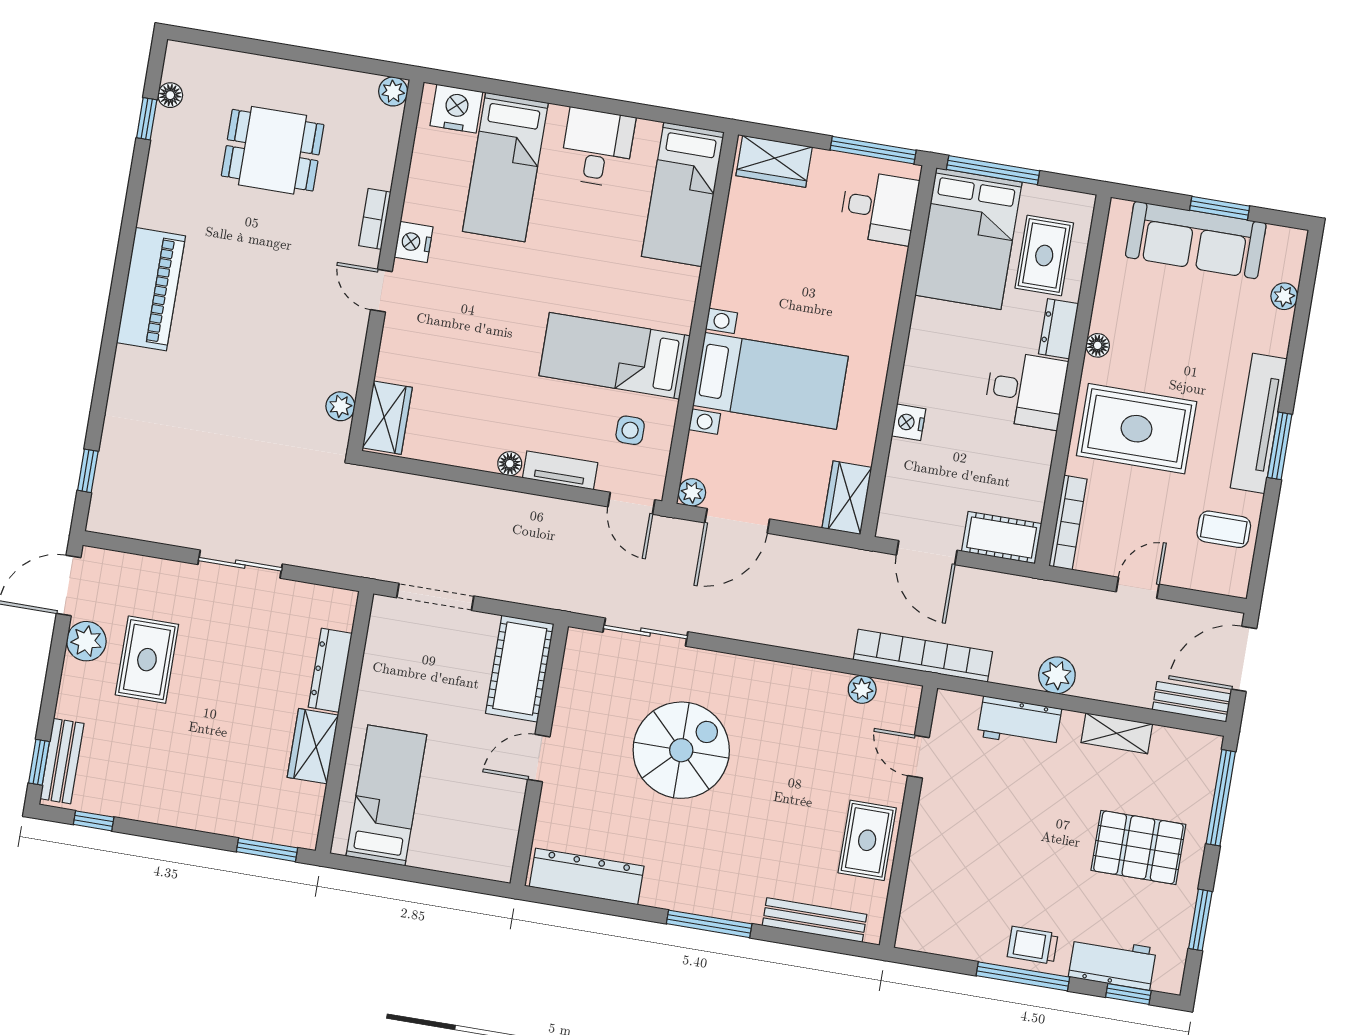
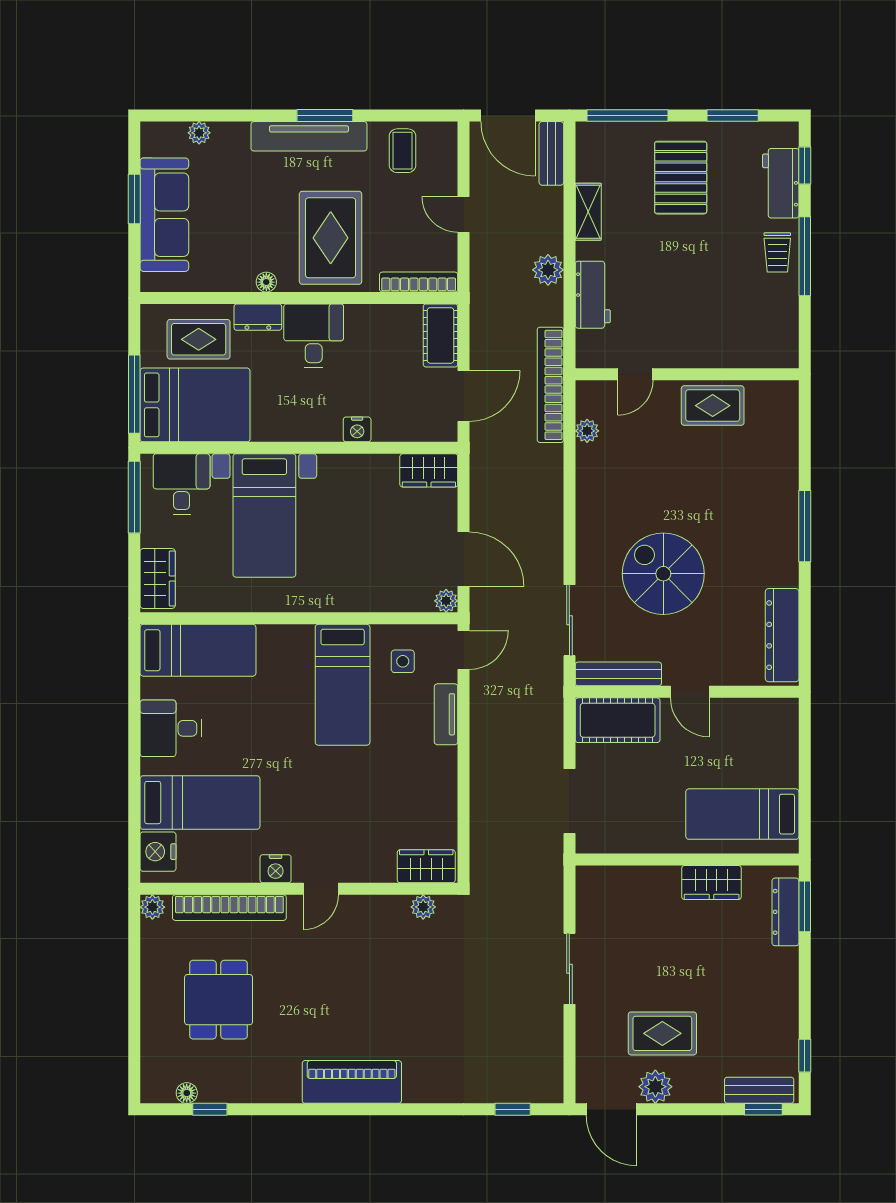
bookcase: (375, 219) -> (229, 908), width x2.31, depth x1.31
bed with nightstands: (771, 381) -> (264, 515), moved, turned 180
floor lamp: (510, 464) -> (448, 757), removed
dresser: (330, 670) -> (785, 912), moved, turned 90
bench: (814, 920) -> (618, 674), moved, turned 90

